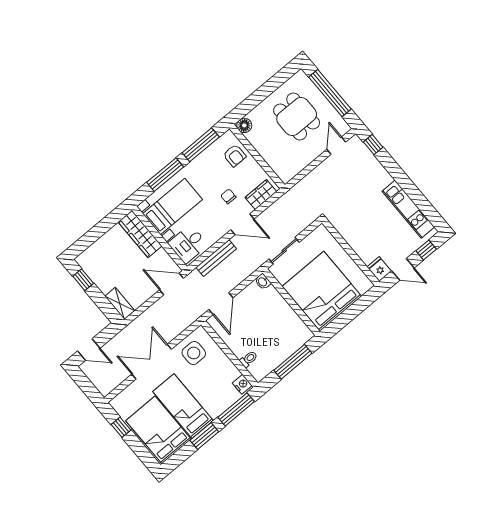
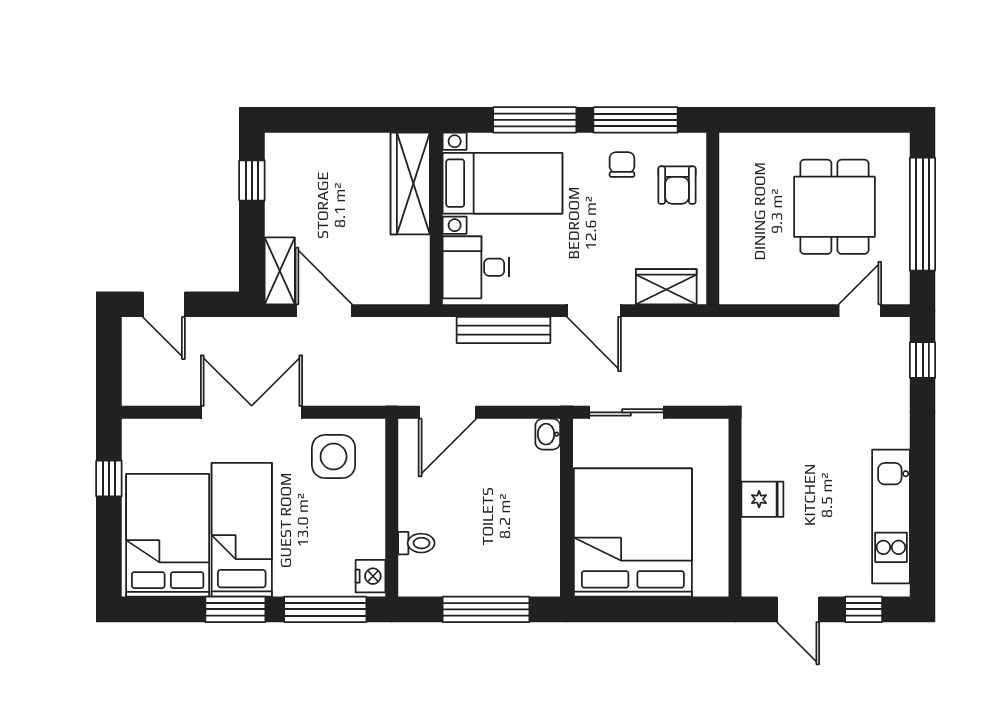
floor lamp: (244, 125) -> (735, 149), removed
chair: (228, 196) -> (622, 165), moved
fridge: (379, 269) -> (762, 499), moved, turned 90
door: (172, 284) -> (324, 311), moved

